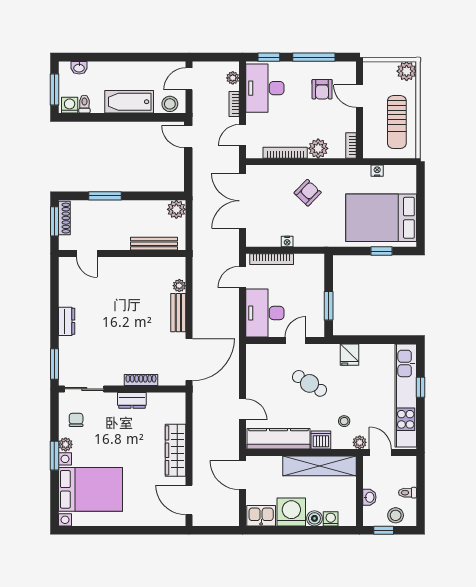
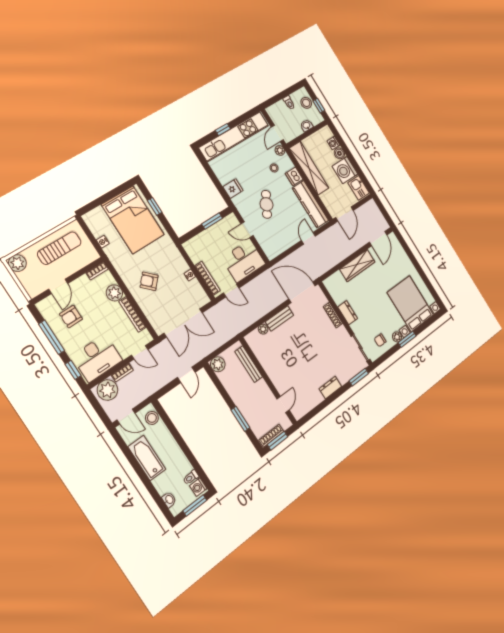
plant: (233, 78) -> (107, 390), width x1.87, depth x1.87
armchair: (322, 89) -> (71, 317), turned 180
bathtub: (129, 102) -> (147, 458), moved, turned 180
door: (188, 137) -> (186, 375), moved

